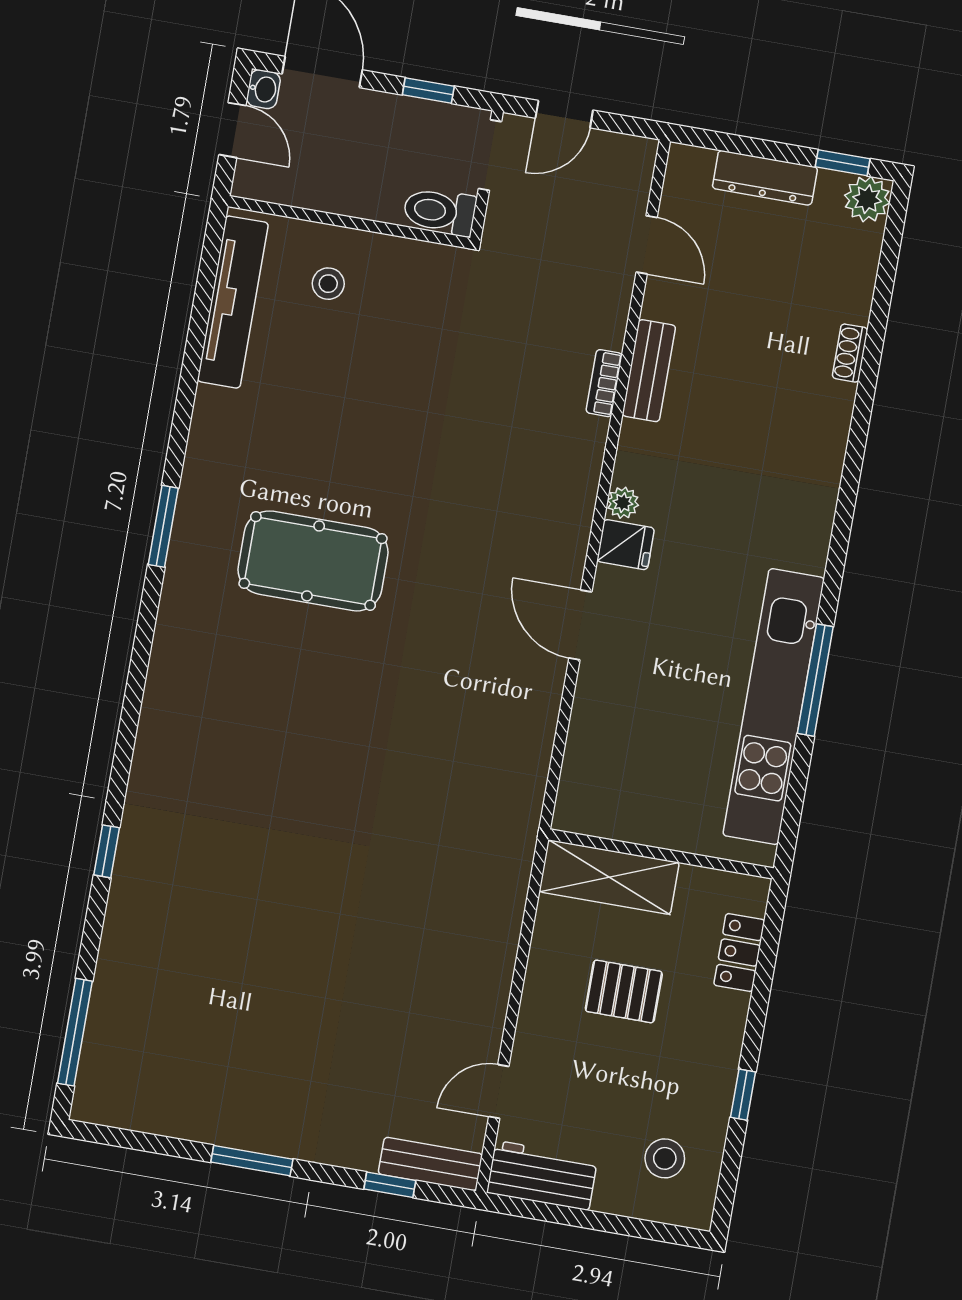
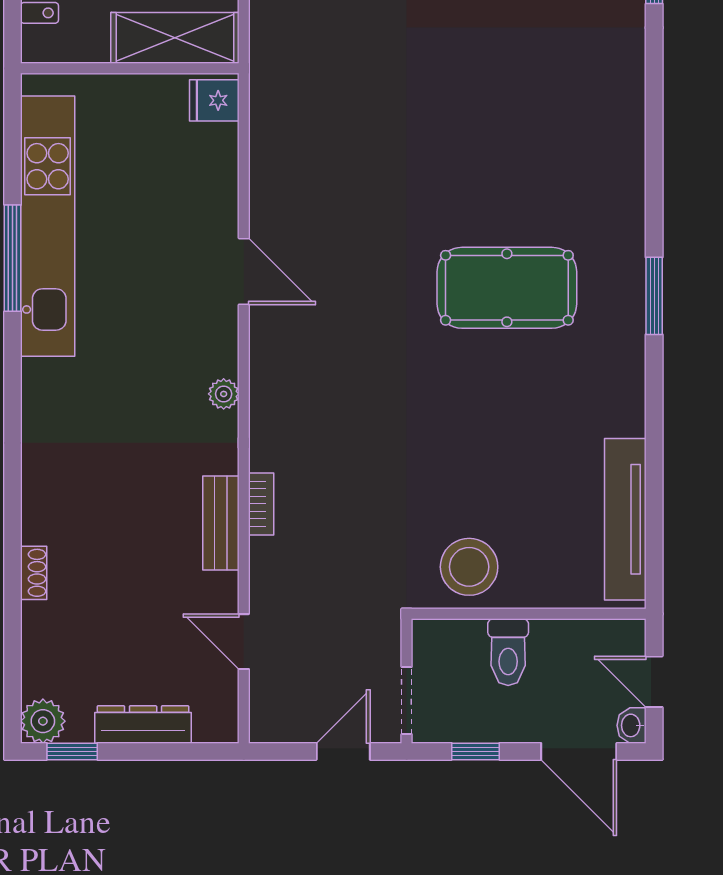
toilet: (440, 211) -> (508, 652), moved, turned 90
stool: (328, 284) -> (469, 567), moved, width x1.89, depth x1.89
fridge: (626, 545) -> (214, 100), moved

